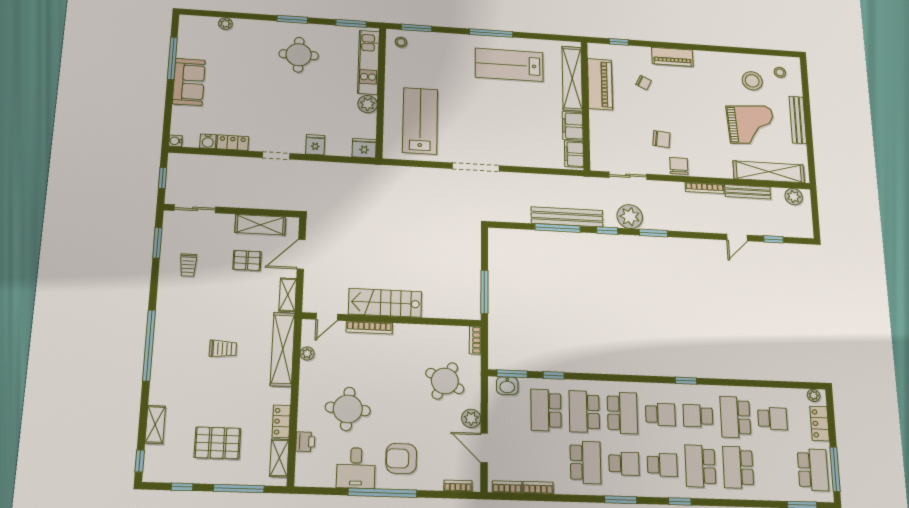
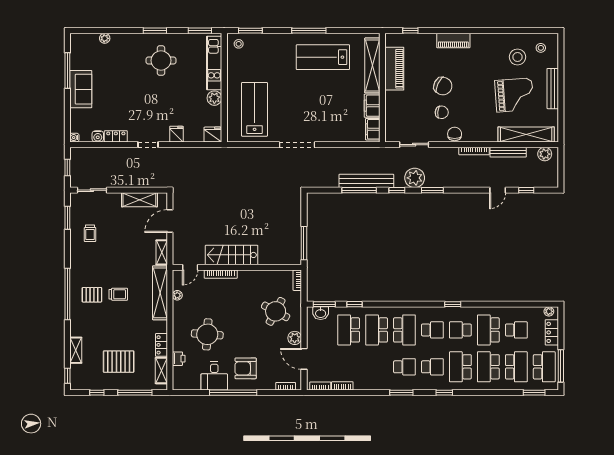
chair: (644, 83) -> (443, 86), moved, width x1.87, depth x1.87
pallet: (247, 260) -> (92, 295), moved
school desk: (585, 462) -> (516, 367), moved

